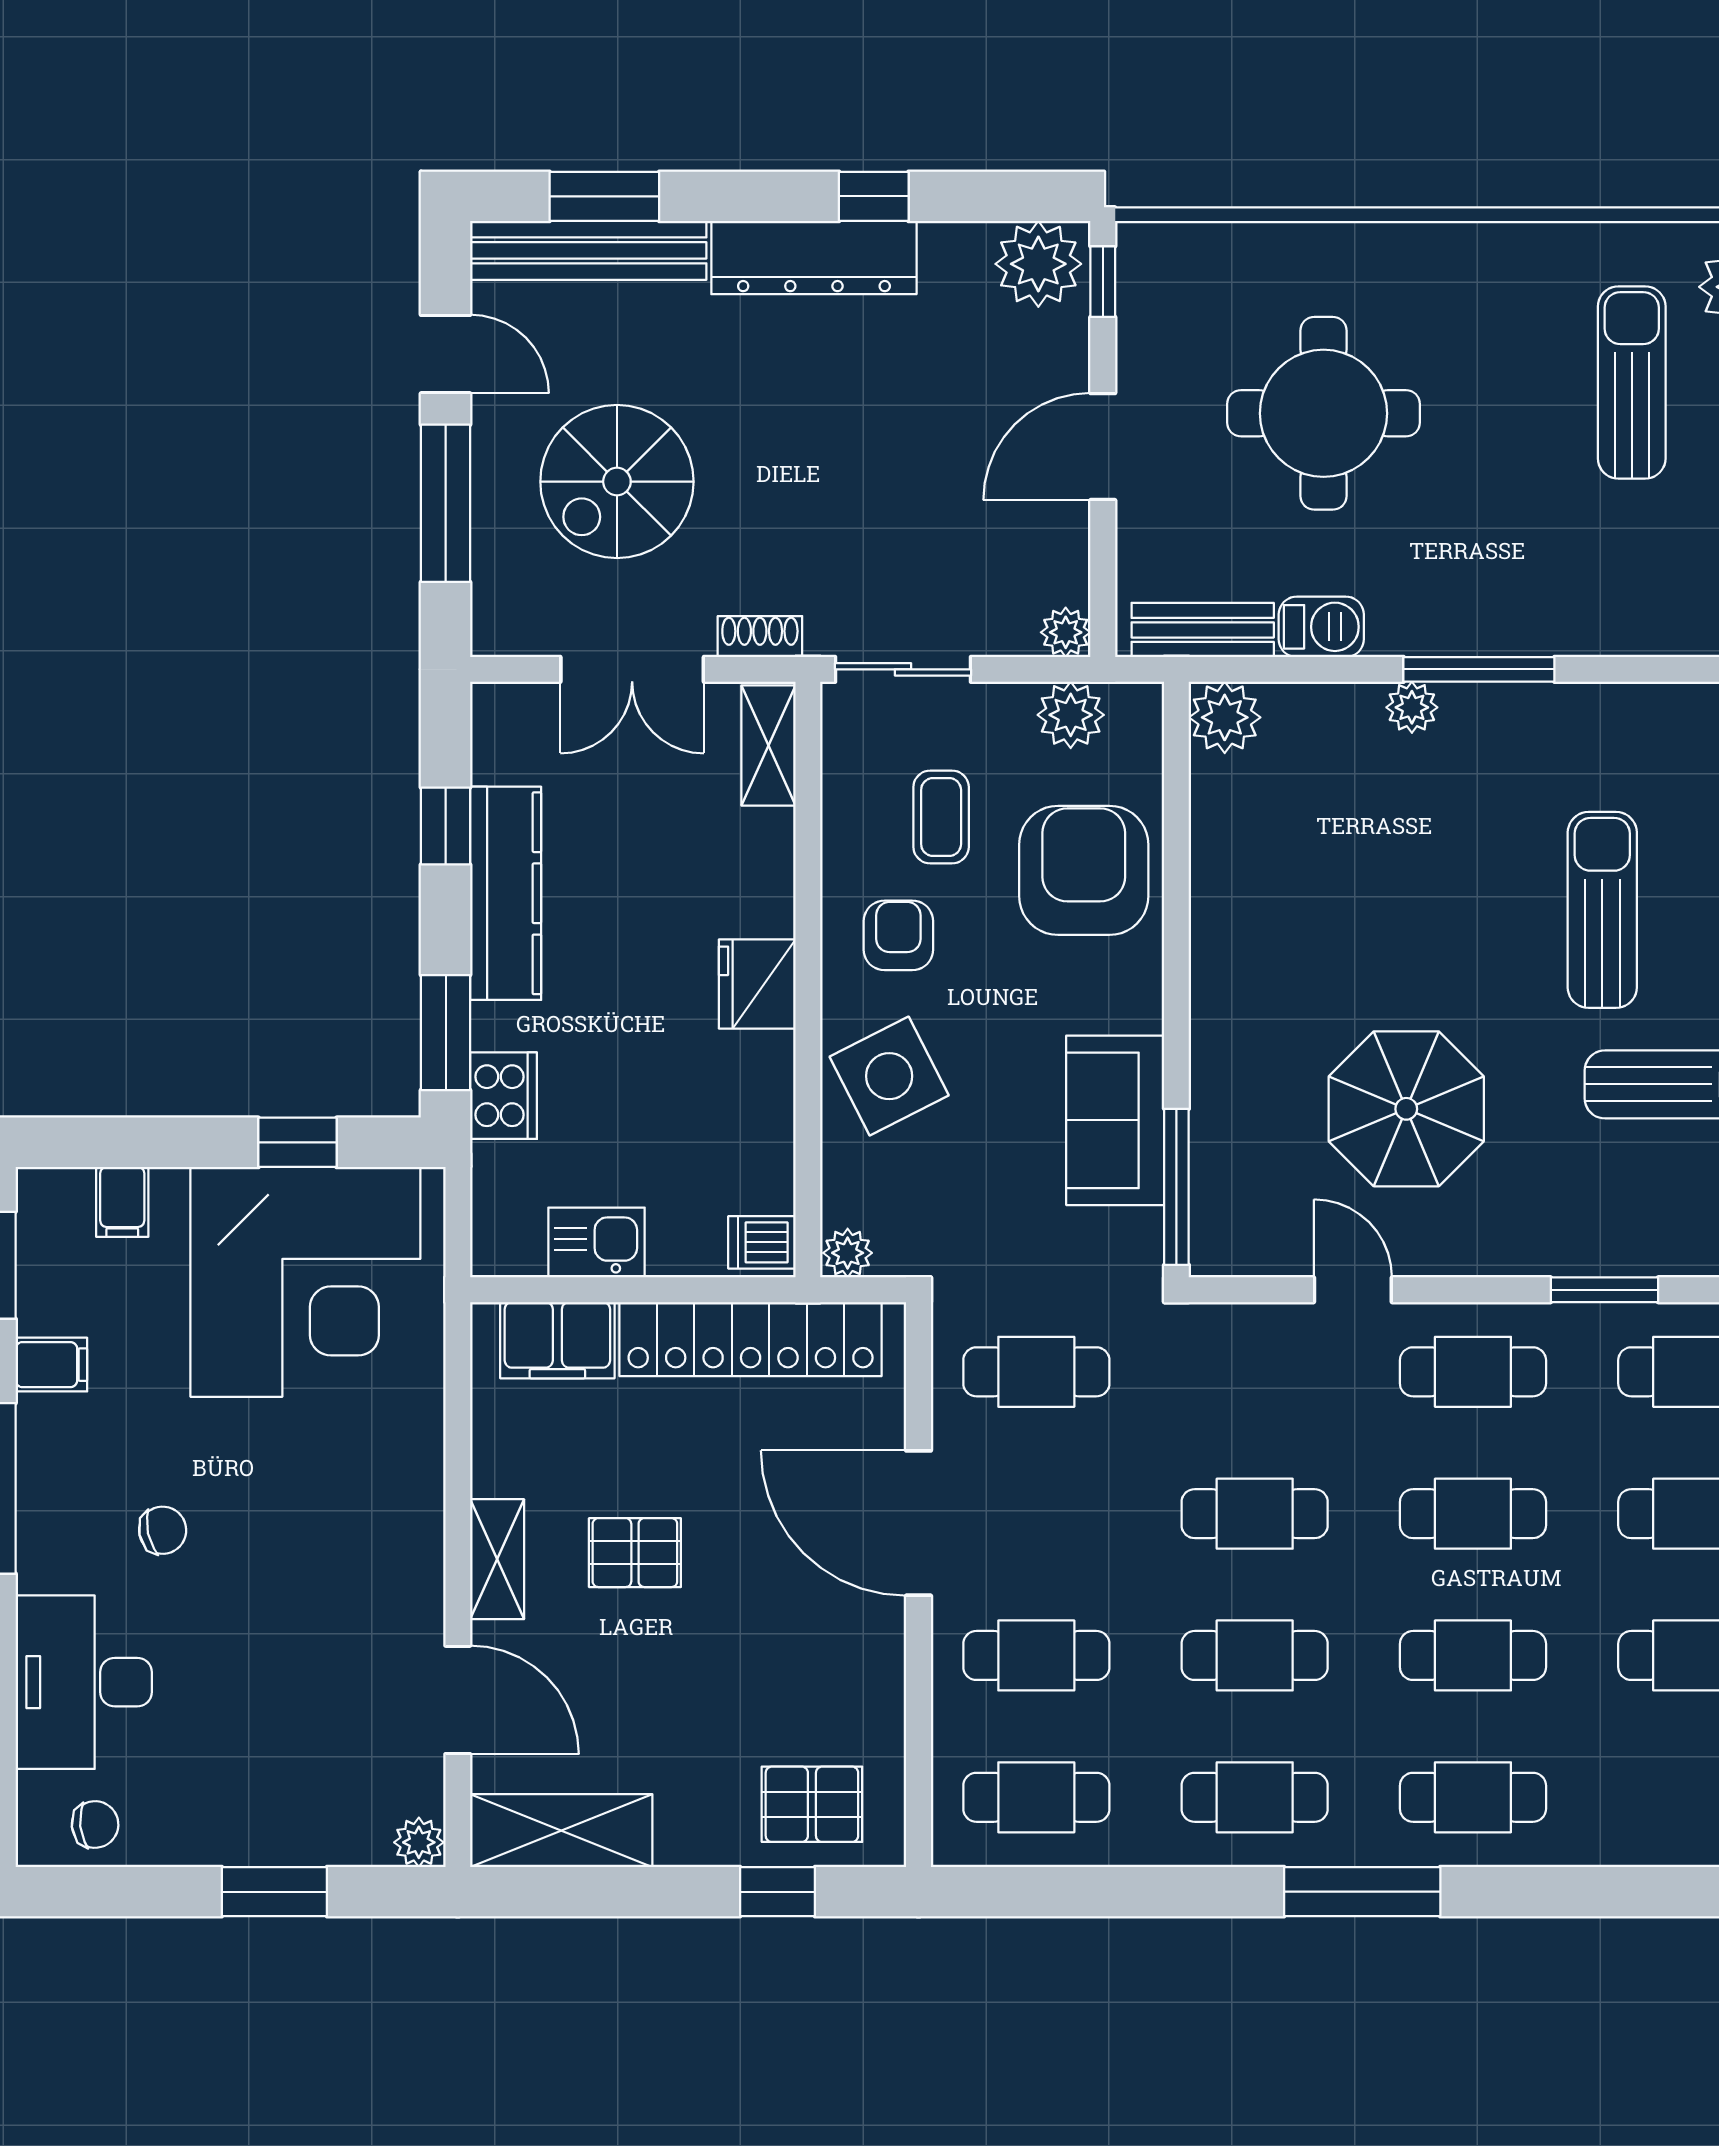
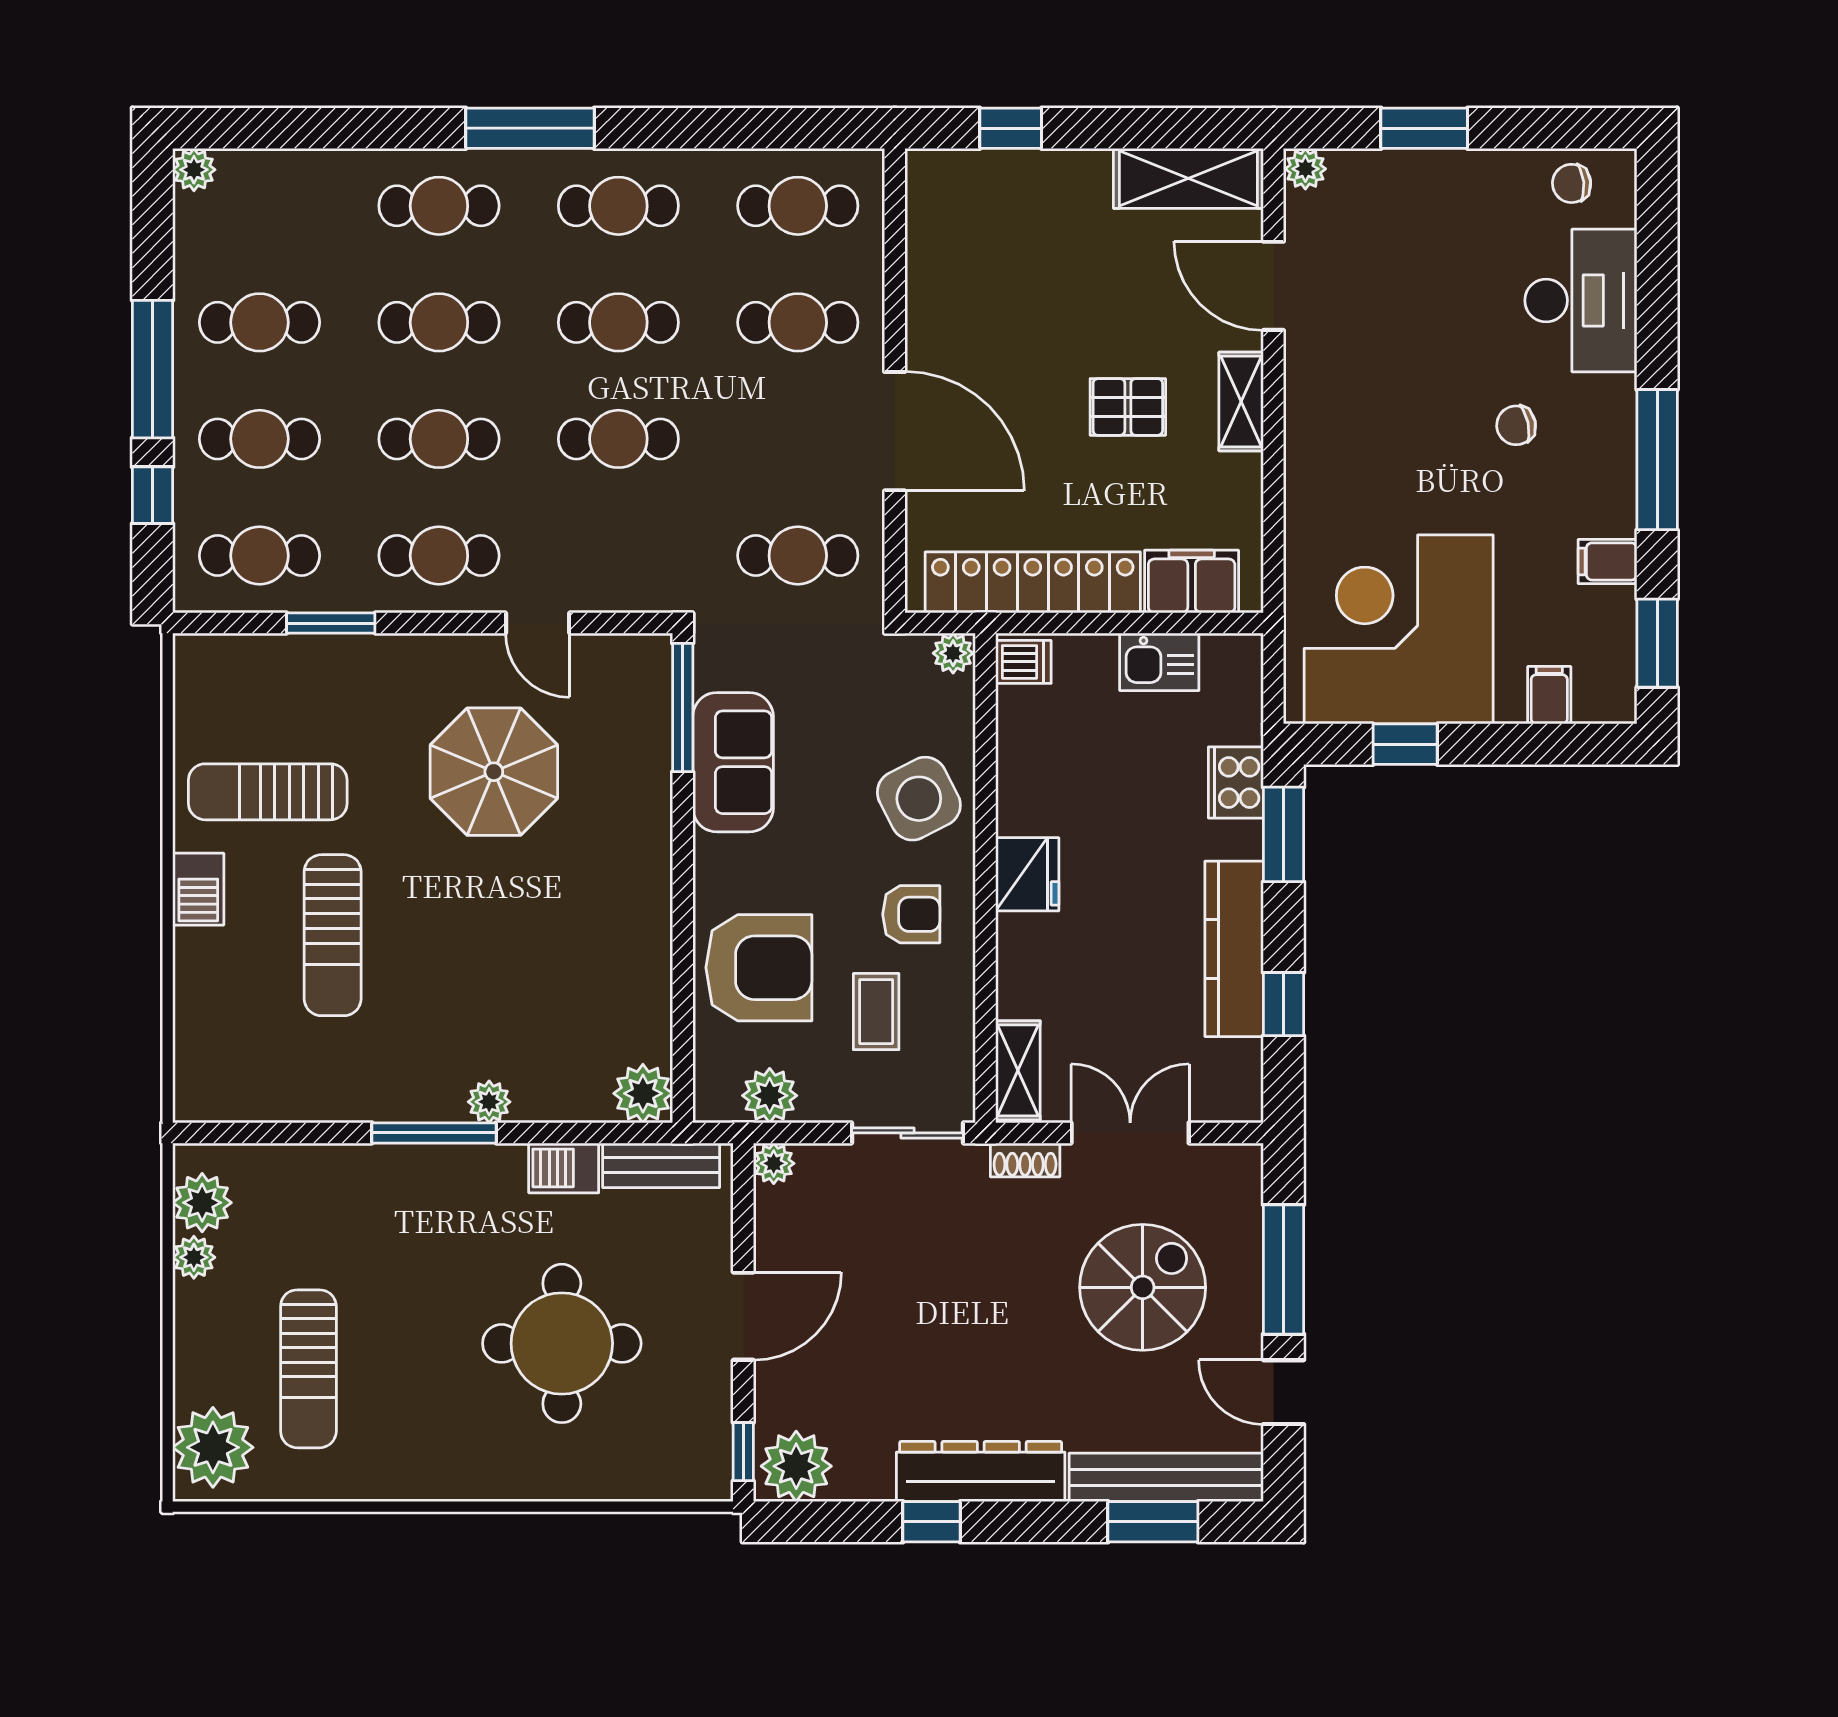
armchair: (1084, 870) -> (759, 968), turned -90
armchair: (898, 935) -> (911, 914), turned -90
pallet: (812, 1804) -> (982, 200), removed

